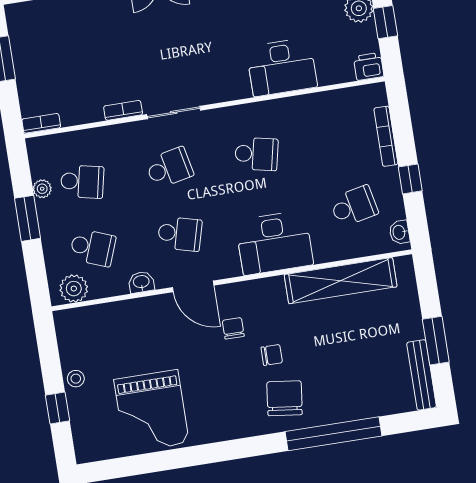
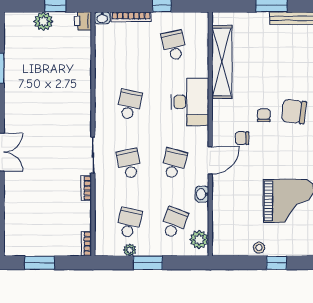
desk: (282, 67) -> (74, 79), removed
washbasin: (399, 232) -> (102, 18), moved

